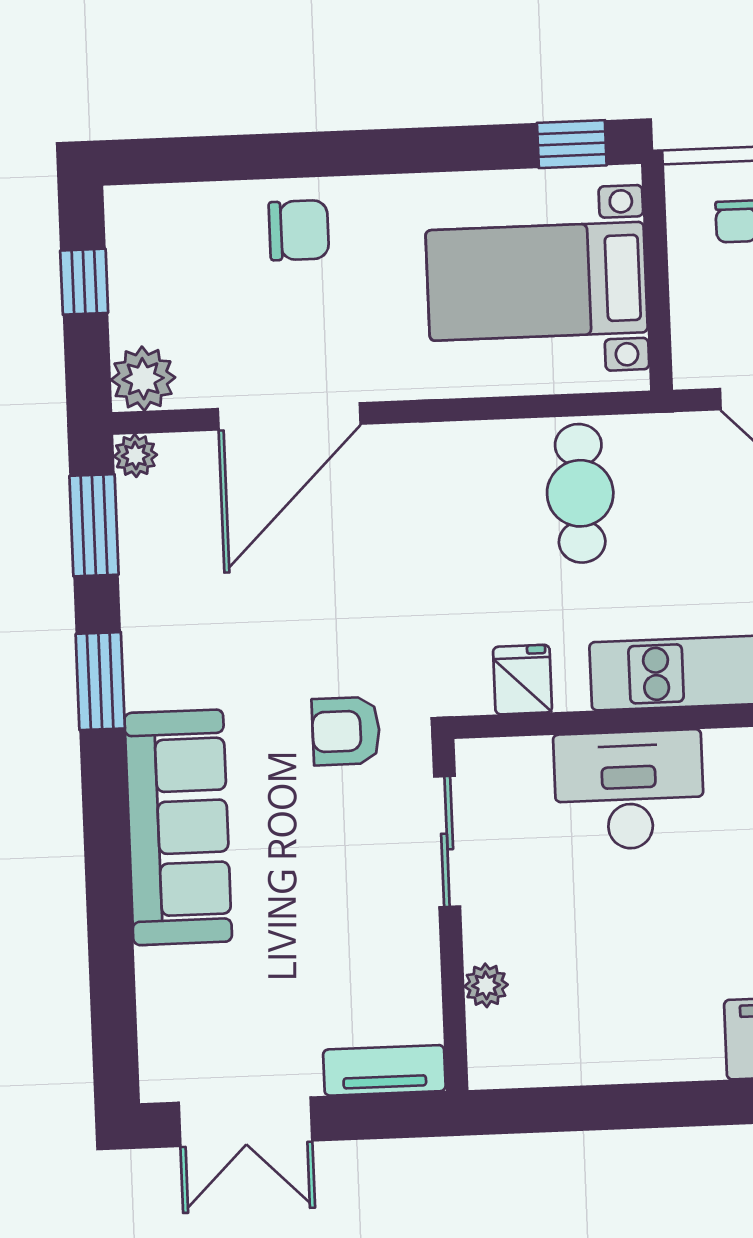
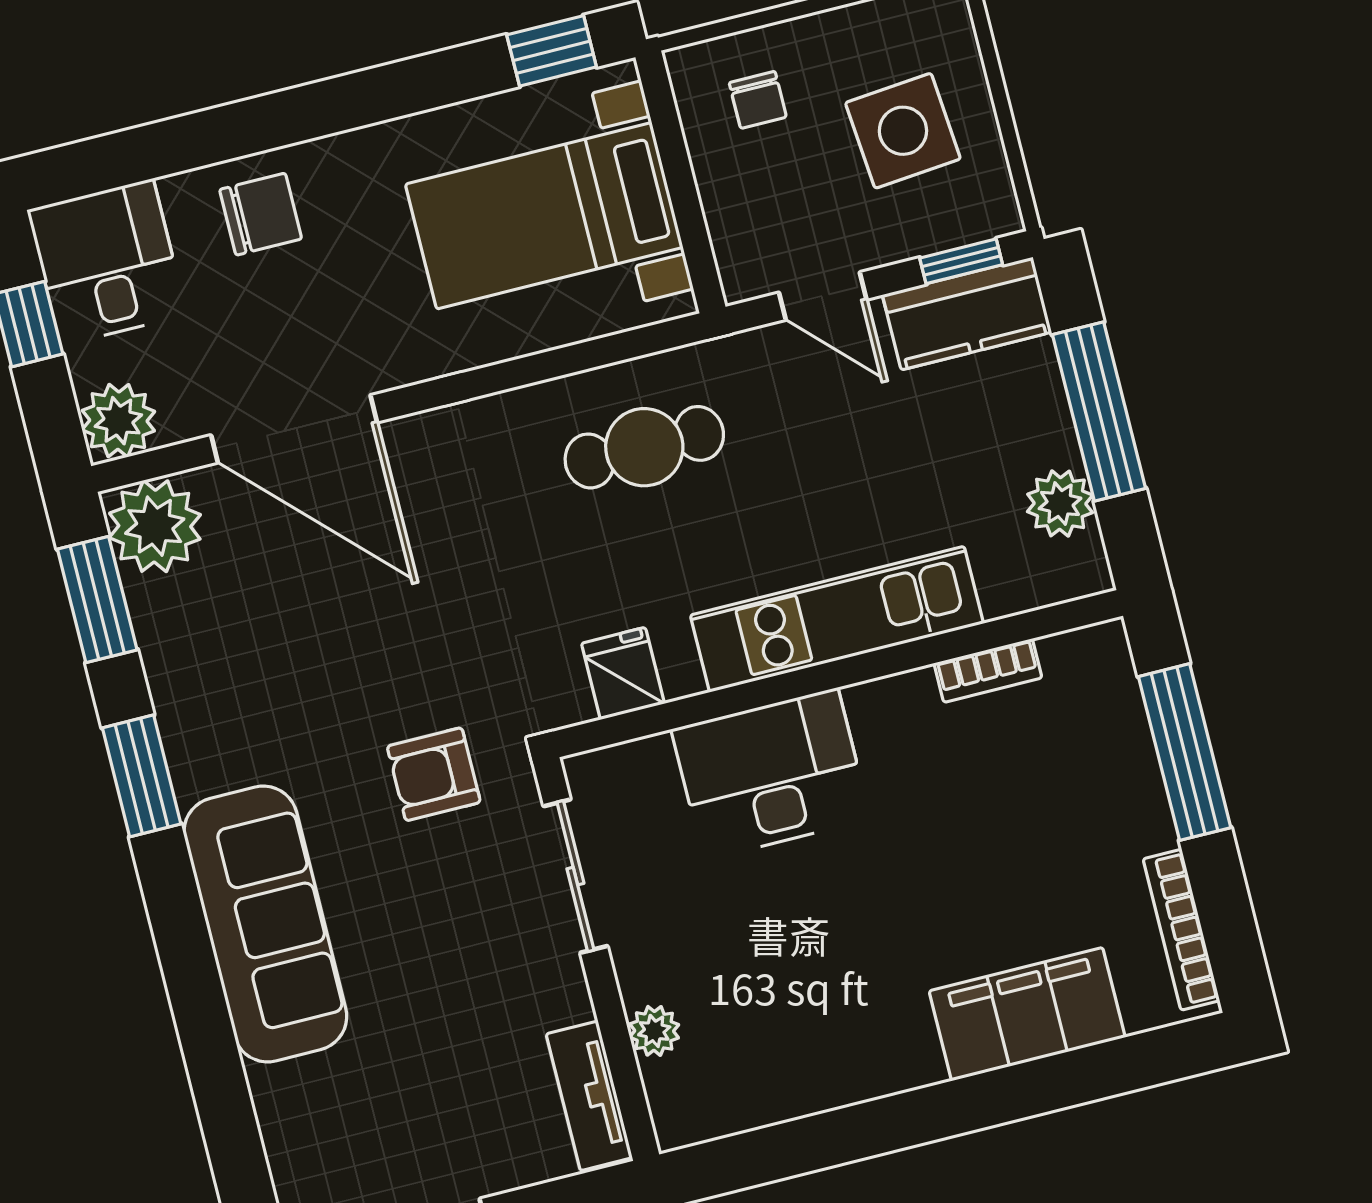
desk: (161, 244) -> (107, 262), added
door: (289, 416) -> (294, 429), hinge flipped
plant: (135, 456) -> (155, 526), width x1.87, depth x1.87
cafe table: (580, 493) -> (644, 447), turned 90
tv unit: (384, 1070) -> (589, 1096), moved, turned -90

